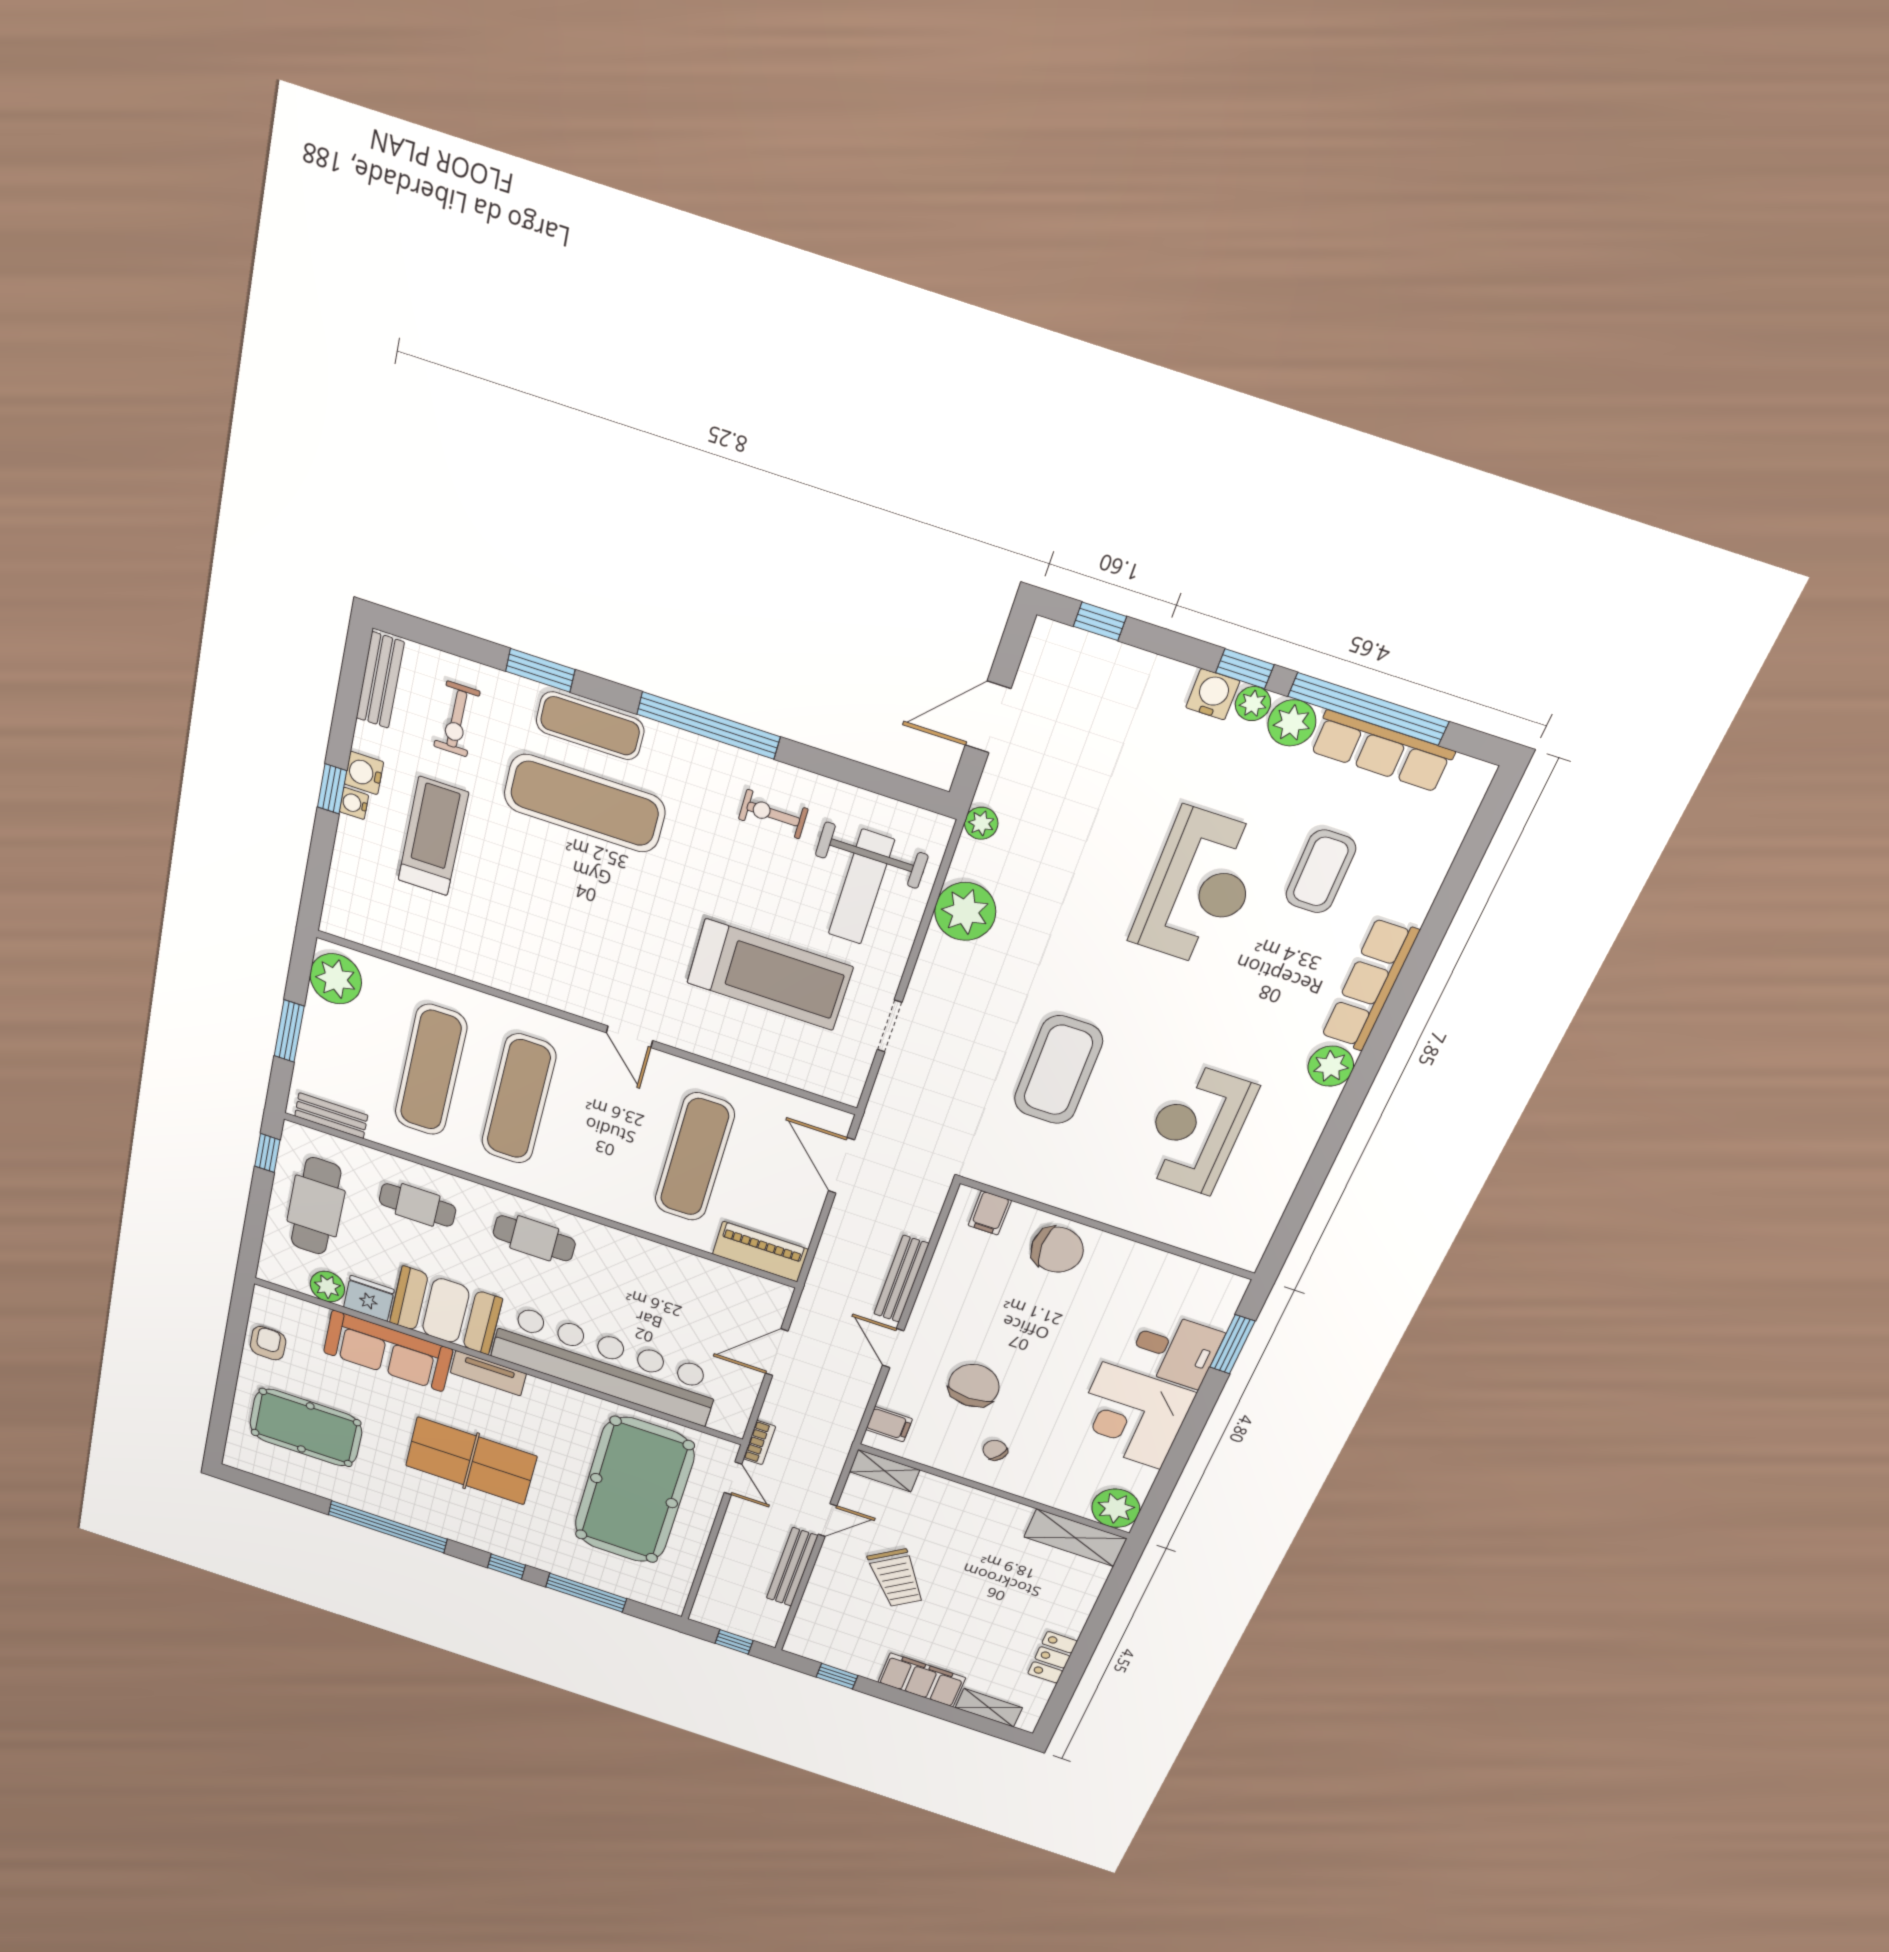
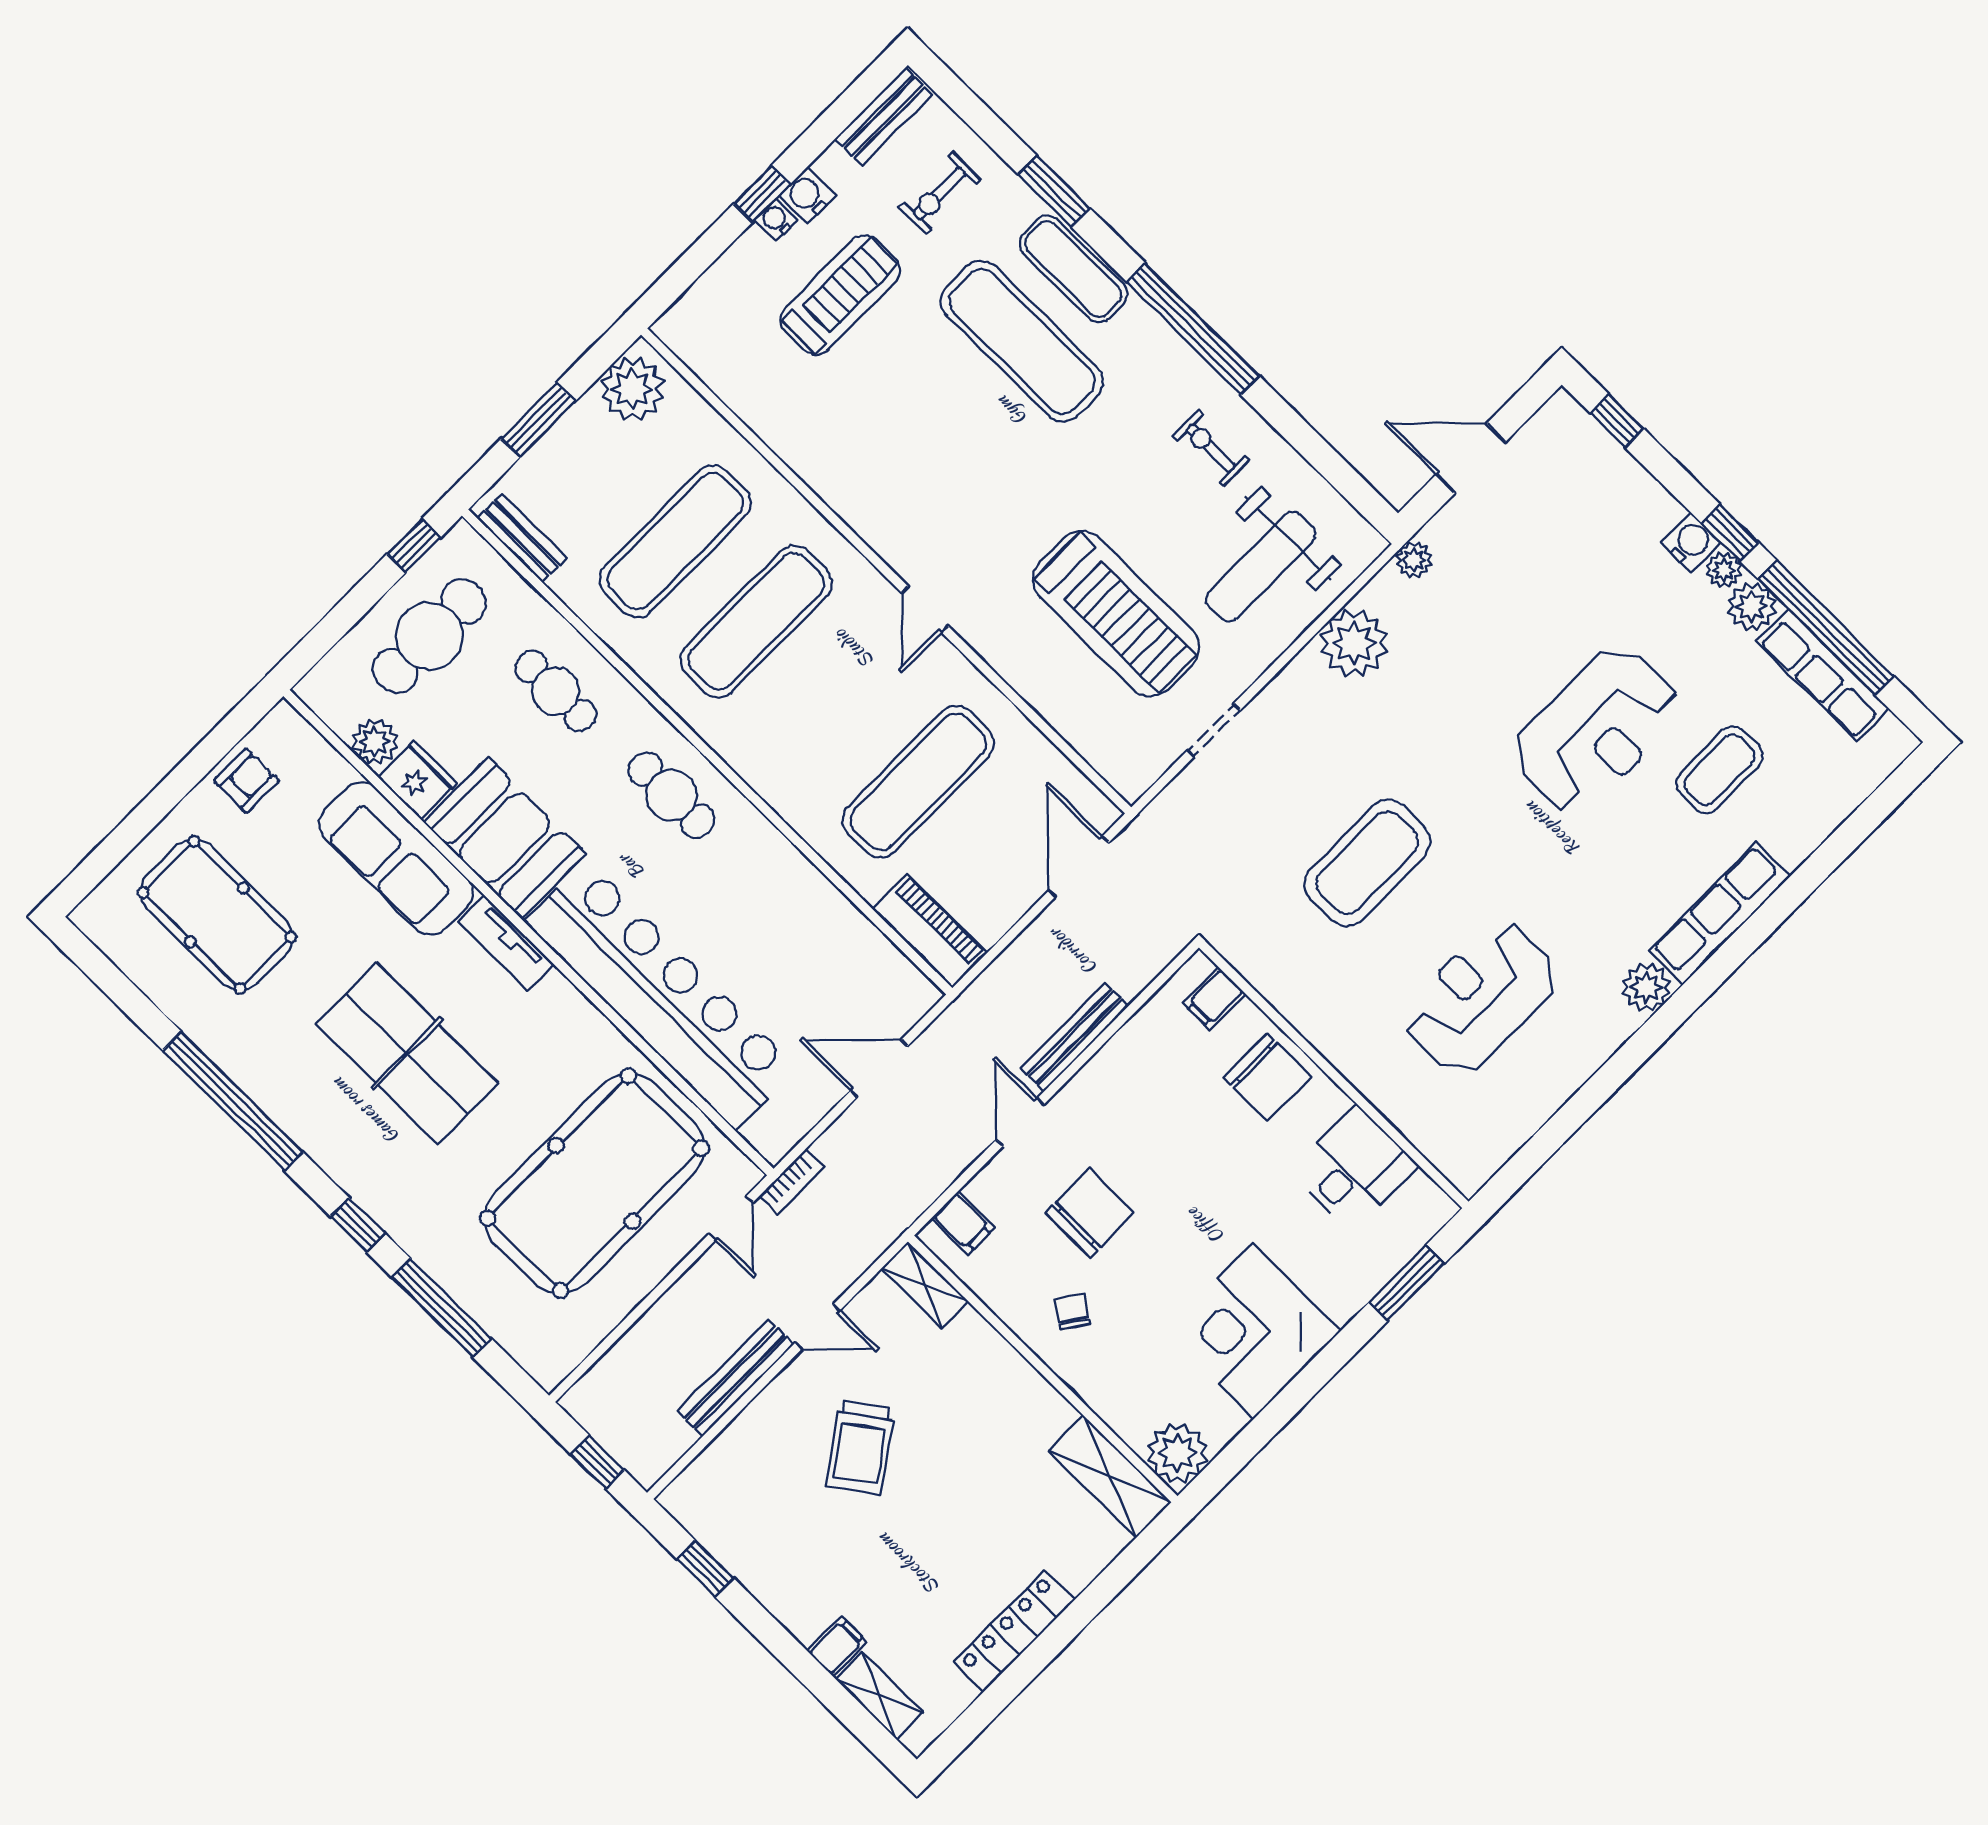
desk: (1175, 1350) -> (1354, 1168), moved, turned -90
locker: (1052, 1657) -> (1014, 1631), width x1.53
filing cabinet: (922, 1680) -> (837, 1646), width x0.33, depth x0.86

